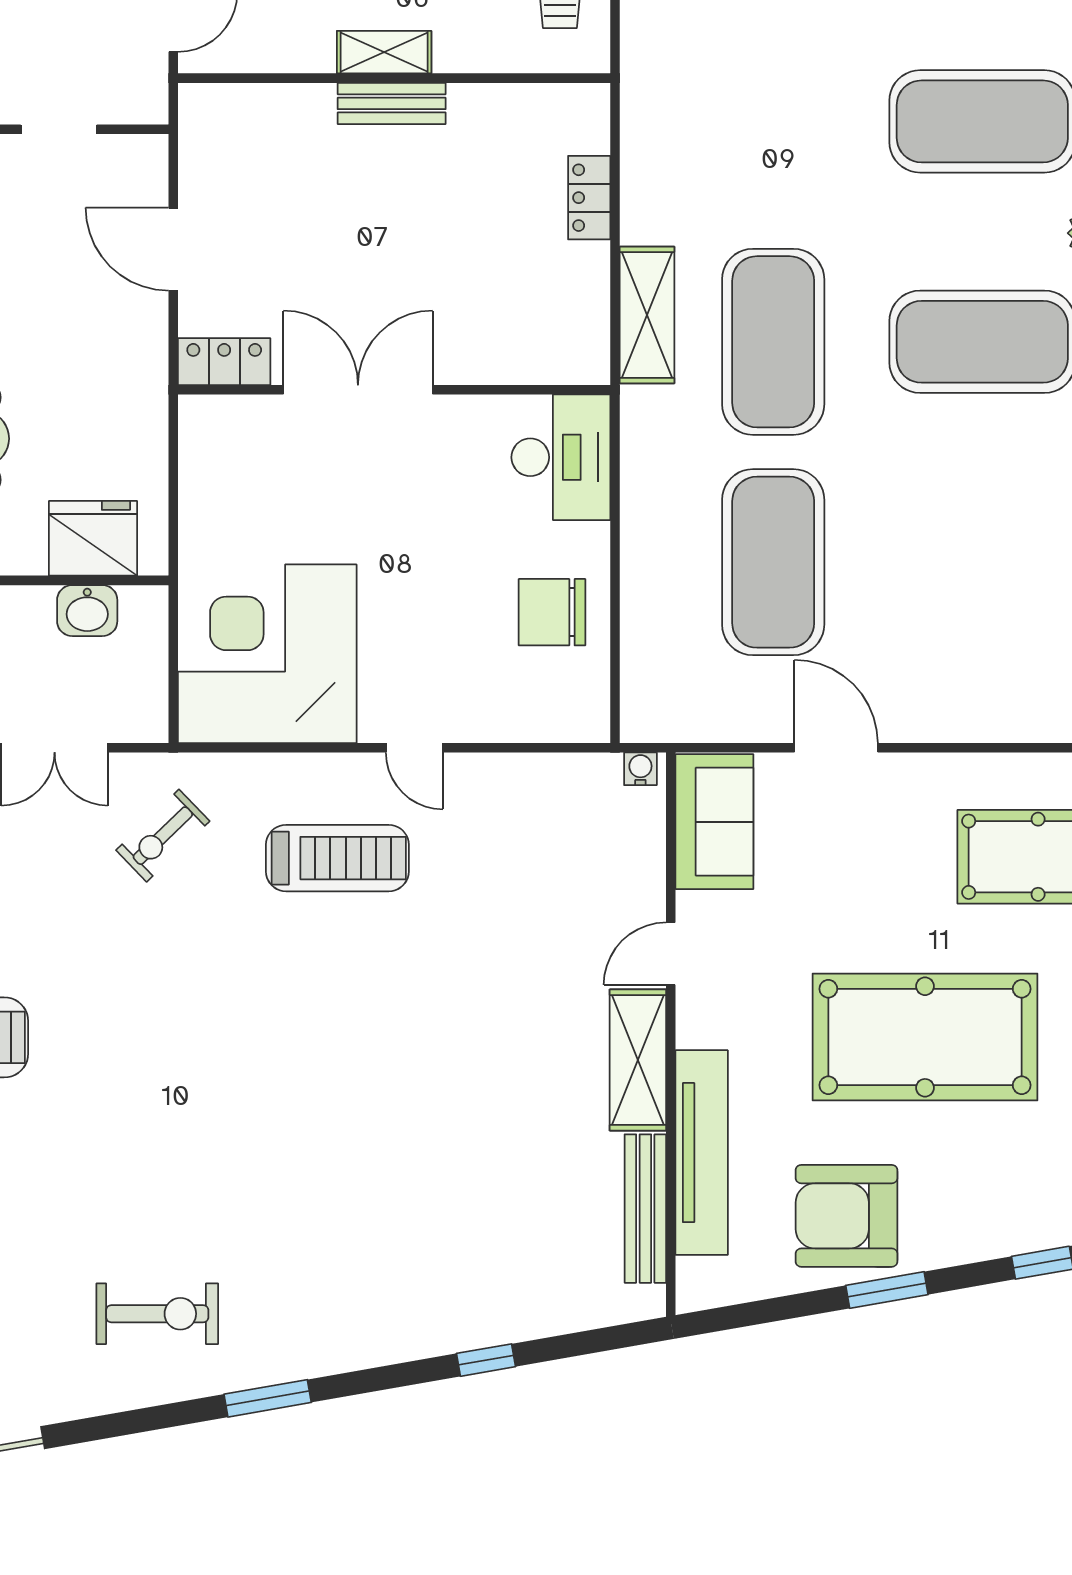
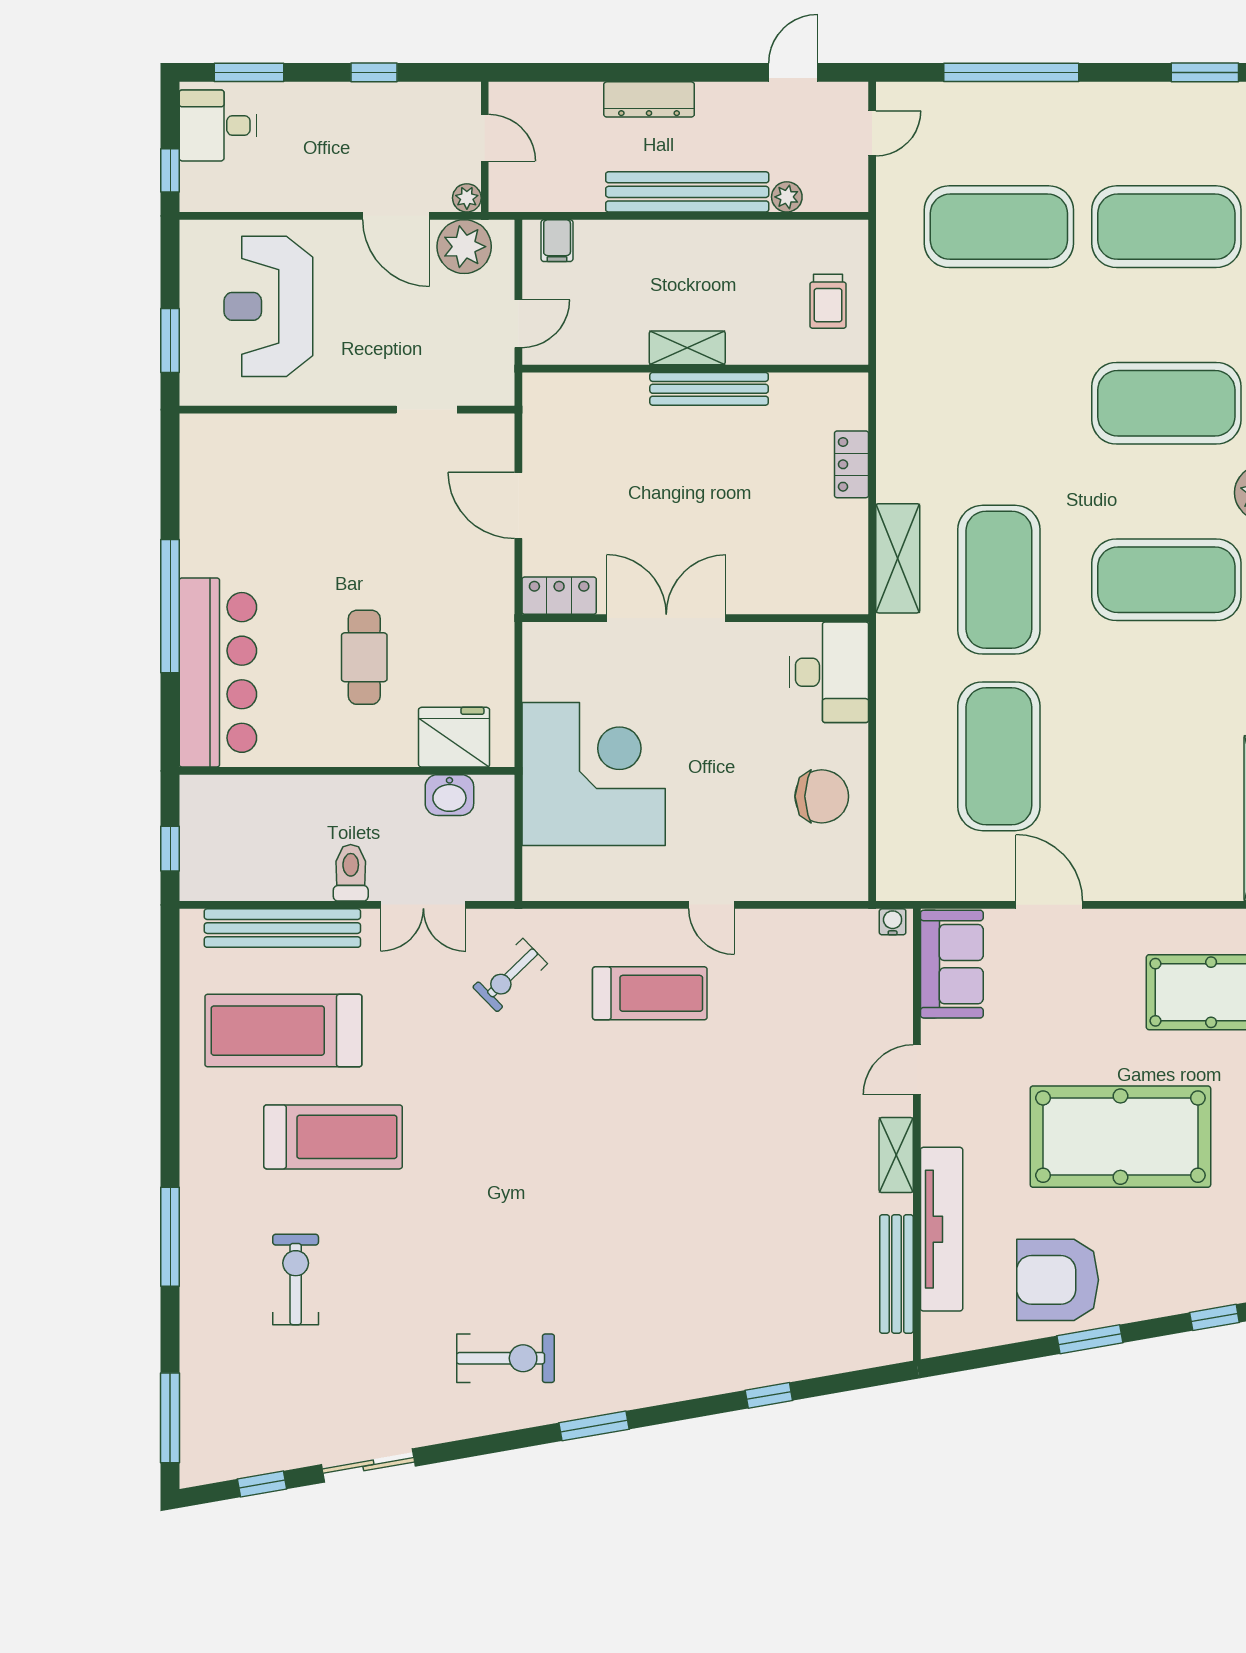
bench: (392, 103) -> (709, 389), width x1.36
chair: (552, 612) -> (822, 796), turned 180
corner desk: (267, 654) -> (594, 774), moved, turned 90
shelving: (638, 1060) -> (896, 1155), width x0.67, depth x0.75

